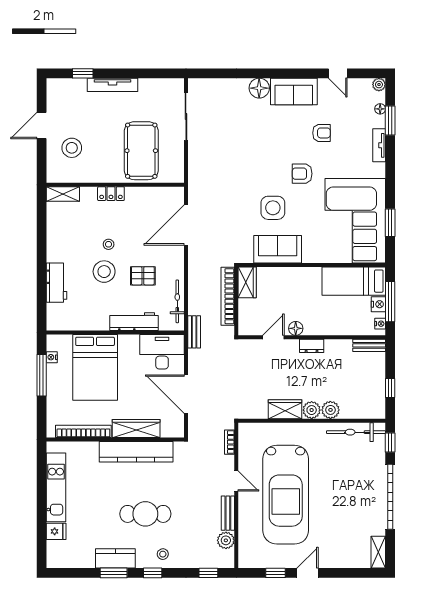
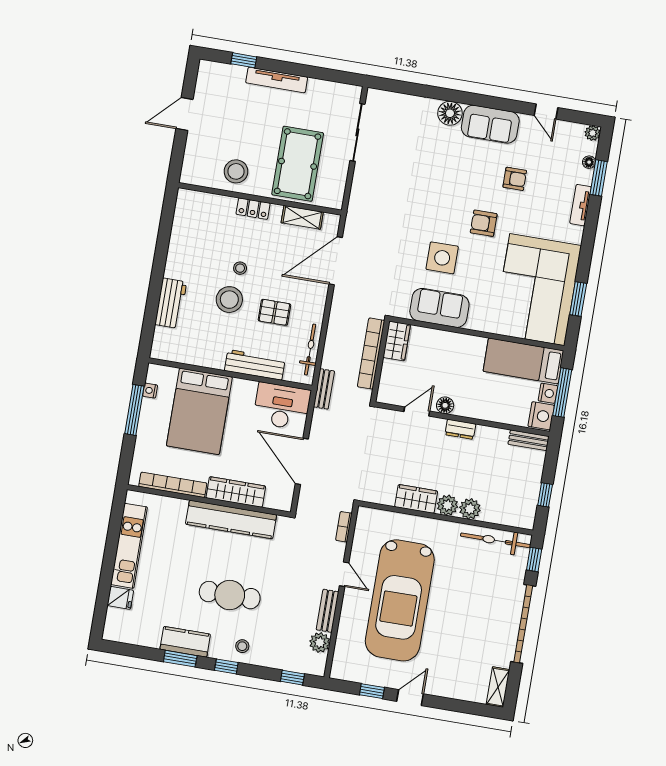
stool: (72, 148) -> (236, 171), moved
shelving: (63, 194) -> (302, 217), moved
nightstand: (380, 324) -> (541, 416), width x1.89, depth x1.79

